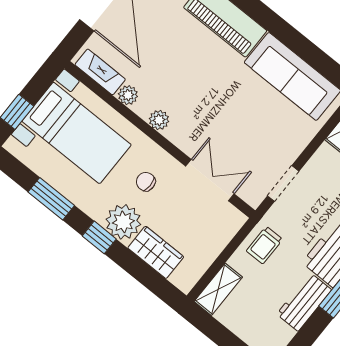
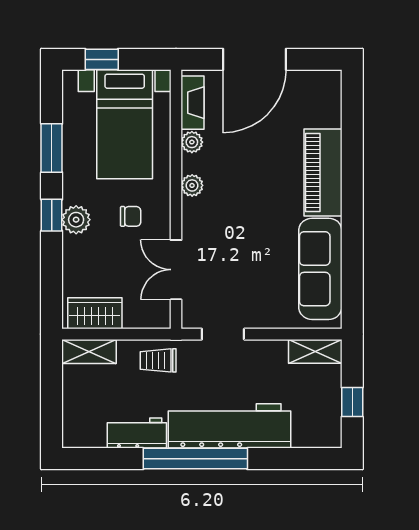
double door: (210, 180) -> (176, 270), swing flipped
chair: (146, 182) -> (131, 216), turned 90
plant: (123, 222) -> (76, 220), width x0.73, depth x0.73
wardrobe: (156, 252) -> (95, 313), moved, turned -90

